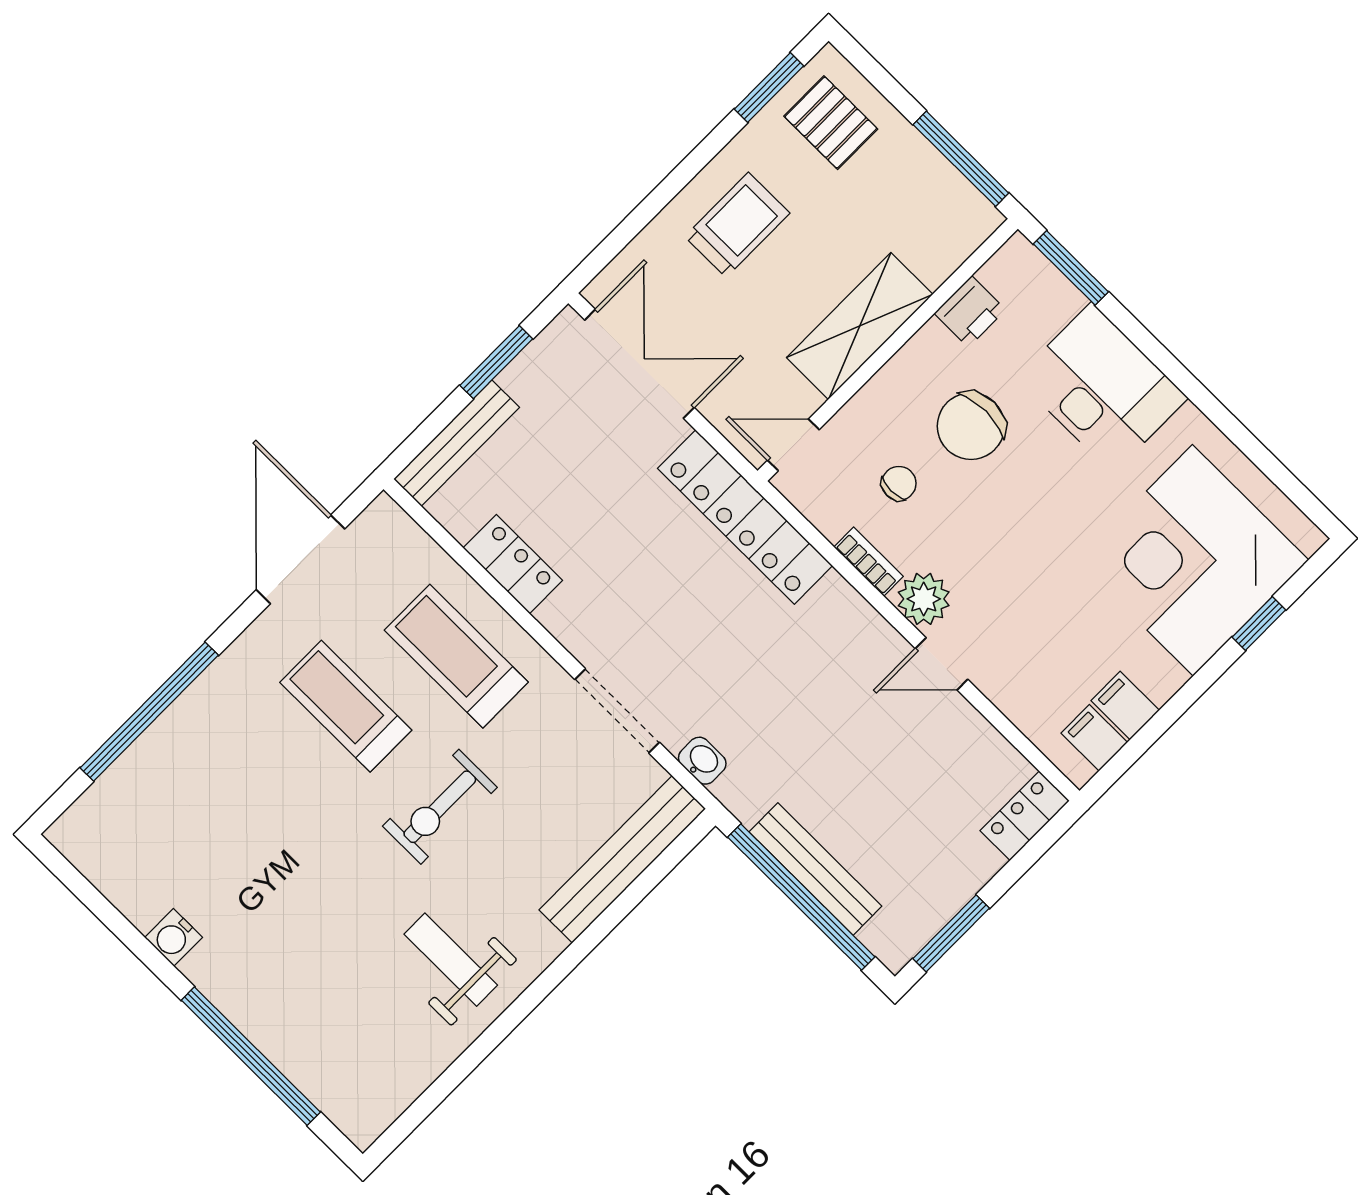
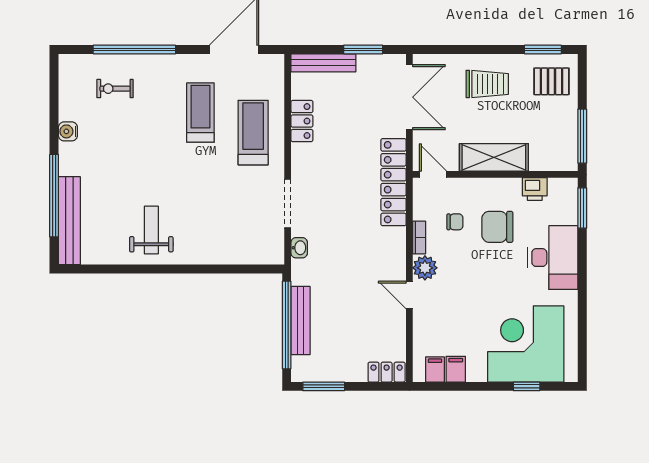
pallet: (831, 123) -> (552, 81), turned 90
exercise bike: (440, 807) -> (115, 89), moved, width x0.73, depth x0.72
bench: (622, 859) -> (69, 221), moved, turned 90

